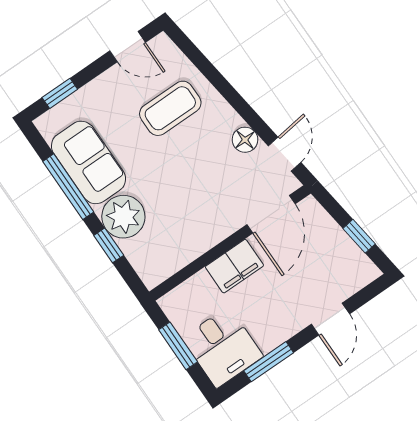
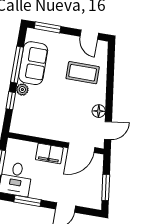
window: (60, 93) -> (48, 27), width x1.50
plant: (123, 217) -> (22, 90), width x0.53, depth x0.53
window: (359, 236) -> (106, 187), width x1.50

